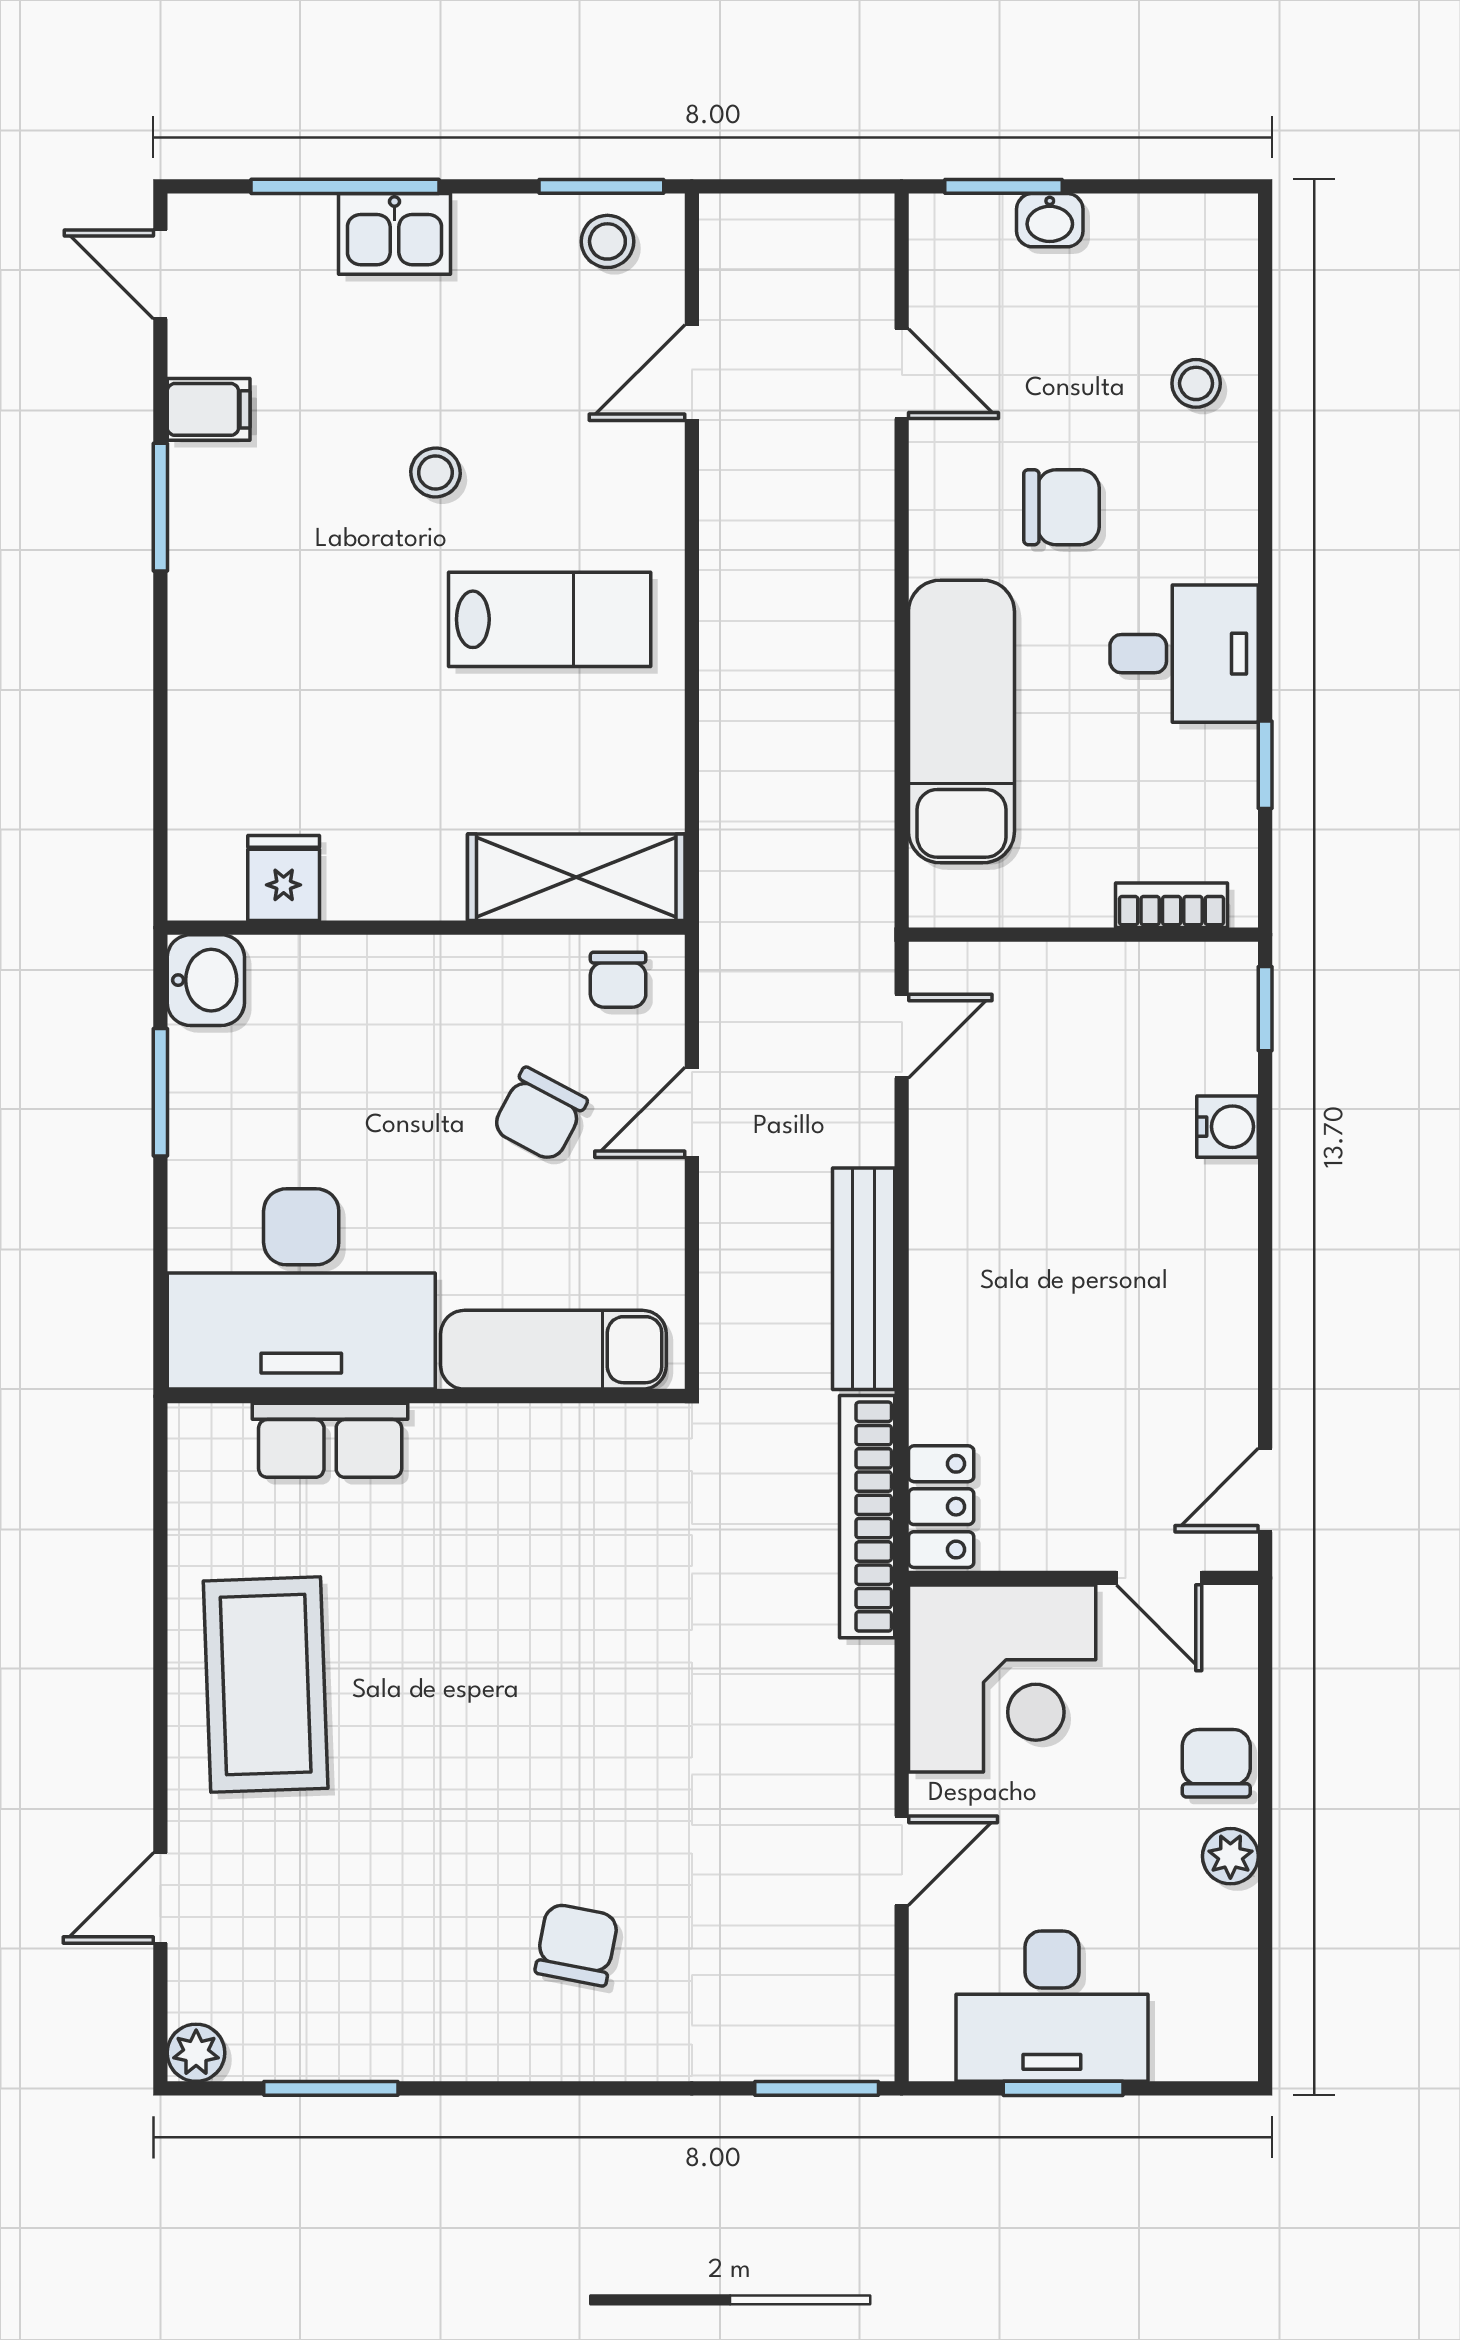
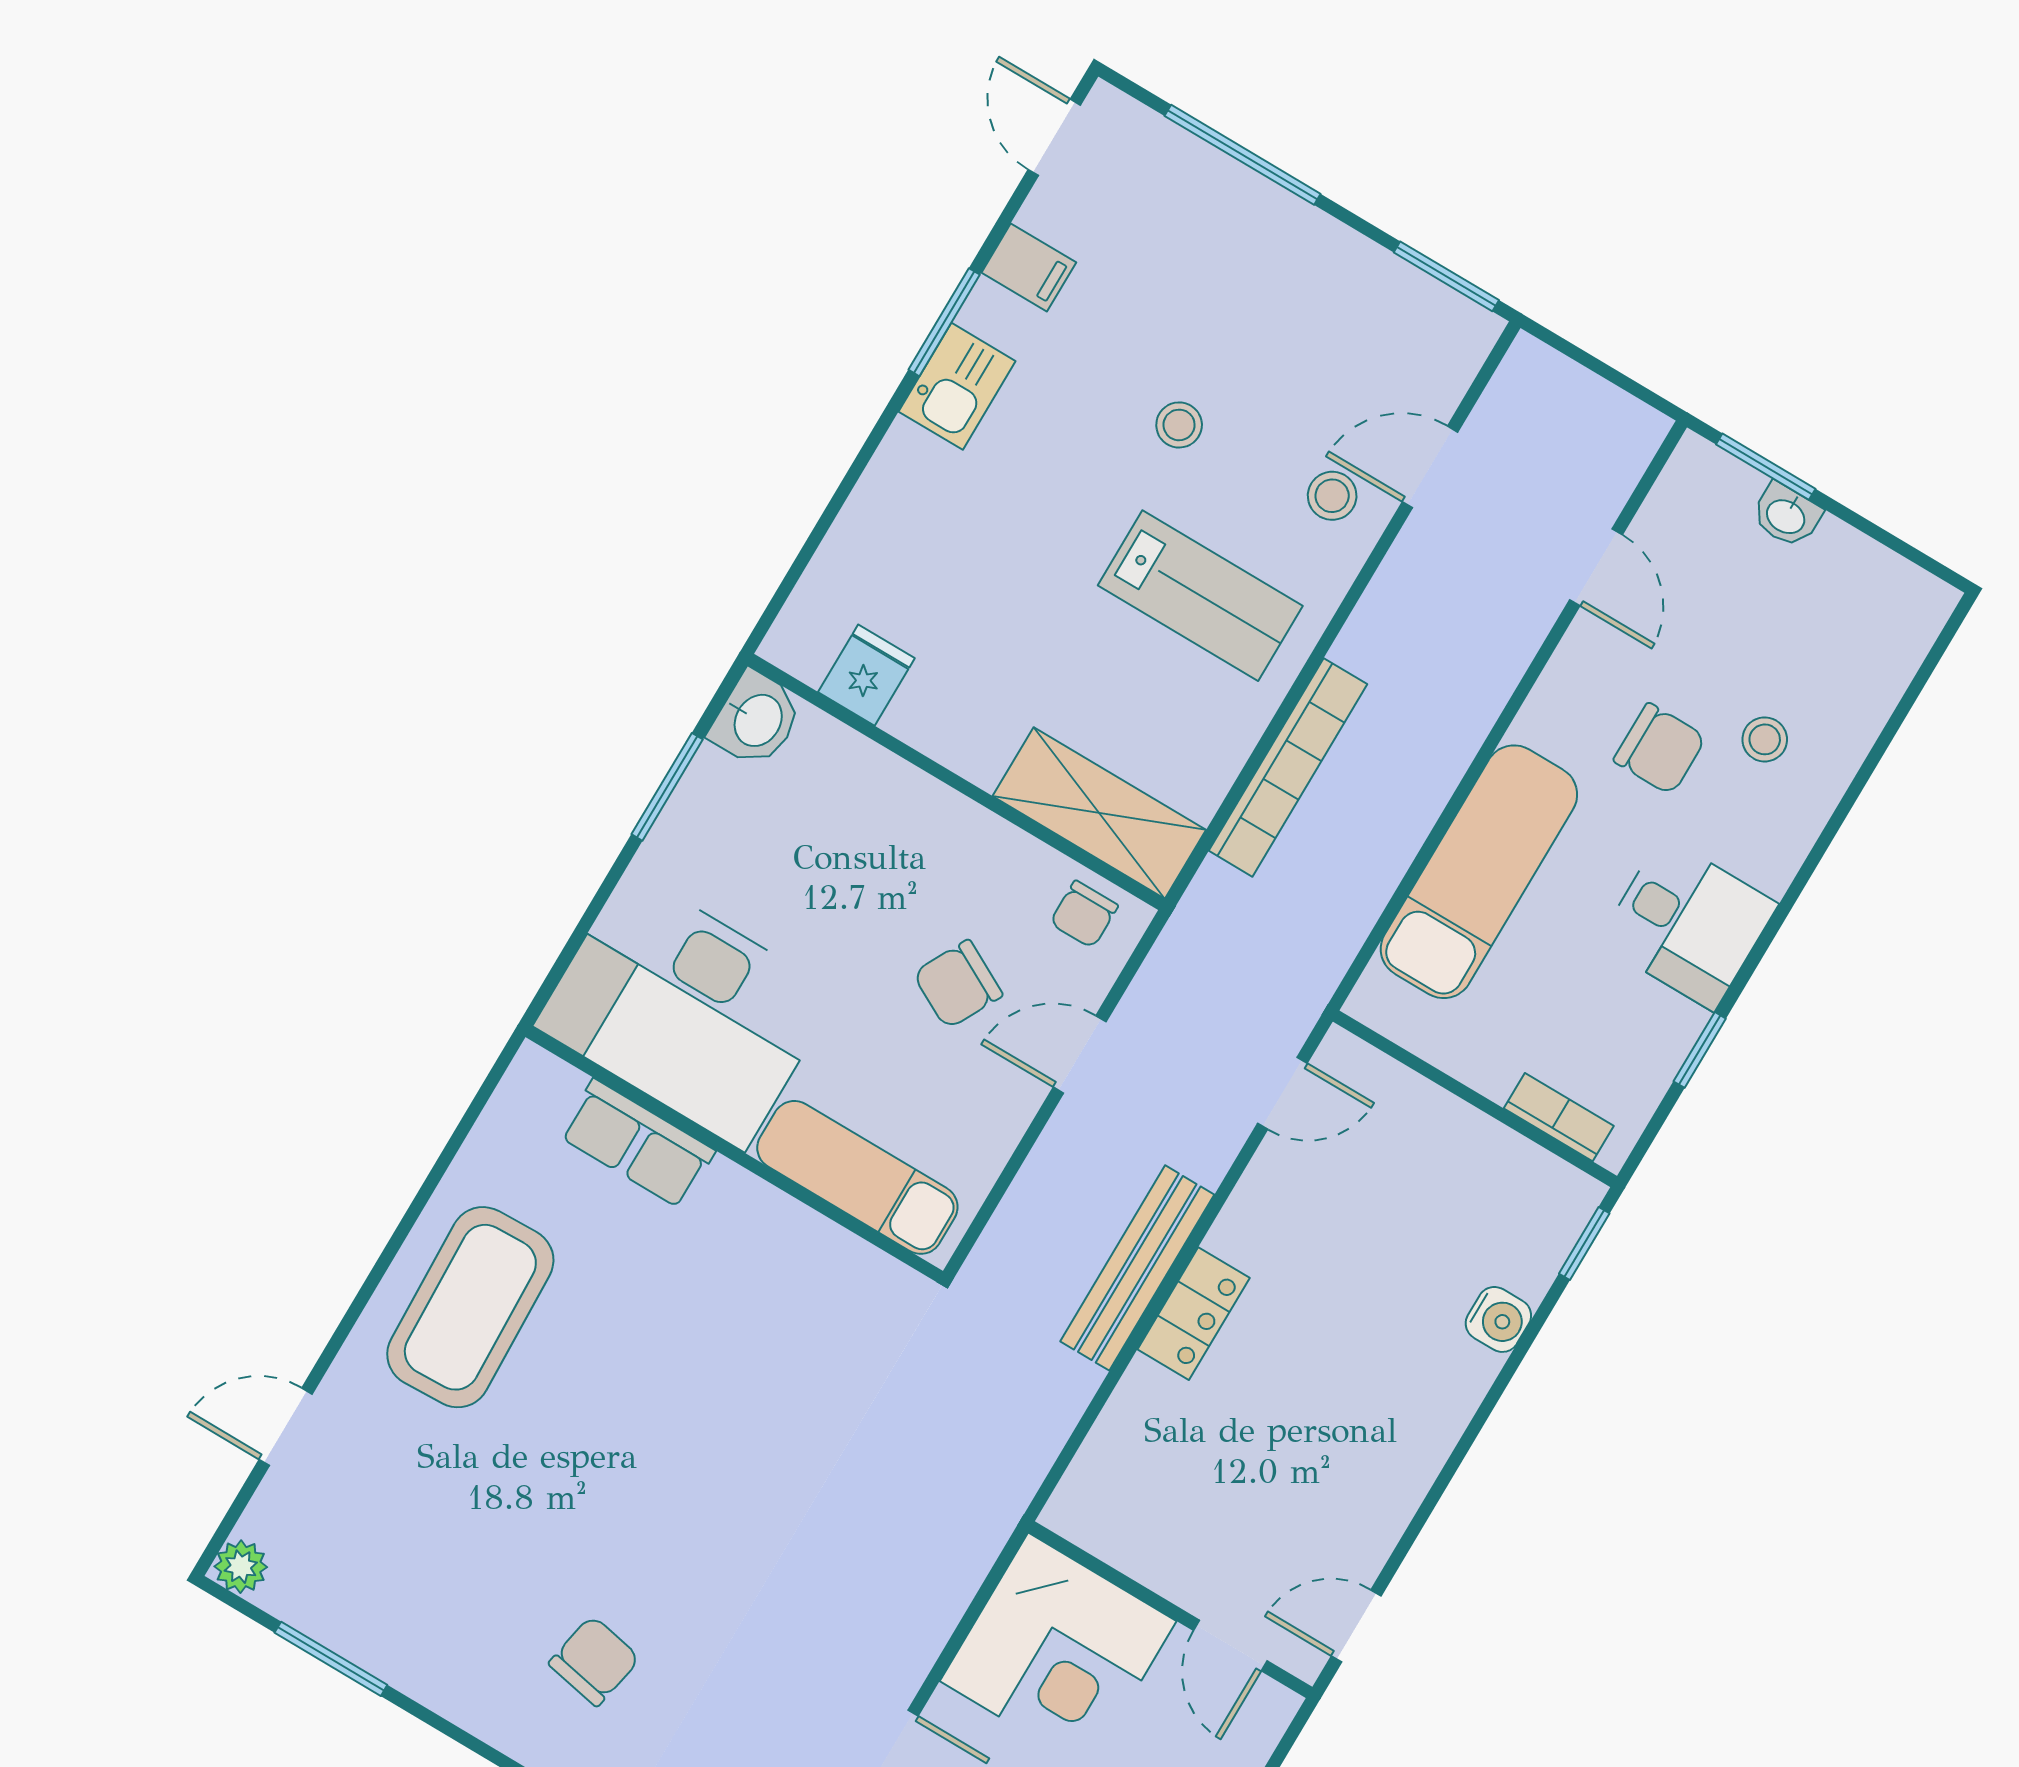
kitchen sink: (394, 234) -> (957, 386), moved, turned -90
stool: (607, 241) -> (1332, 496), moved
stool: (1196, 383) -> (1765, 739), moved
locker: (941, 1507) -> (1194, 1314), moved
bookcase: (867, 1517) -> (1288, 767), moved, turned 180

